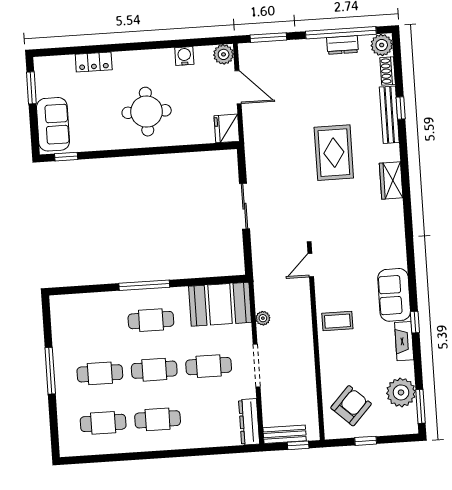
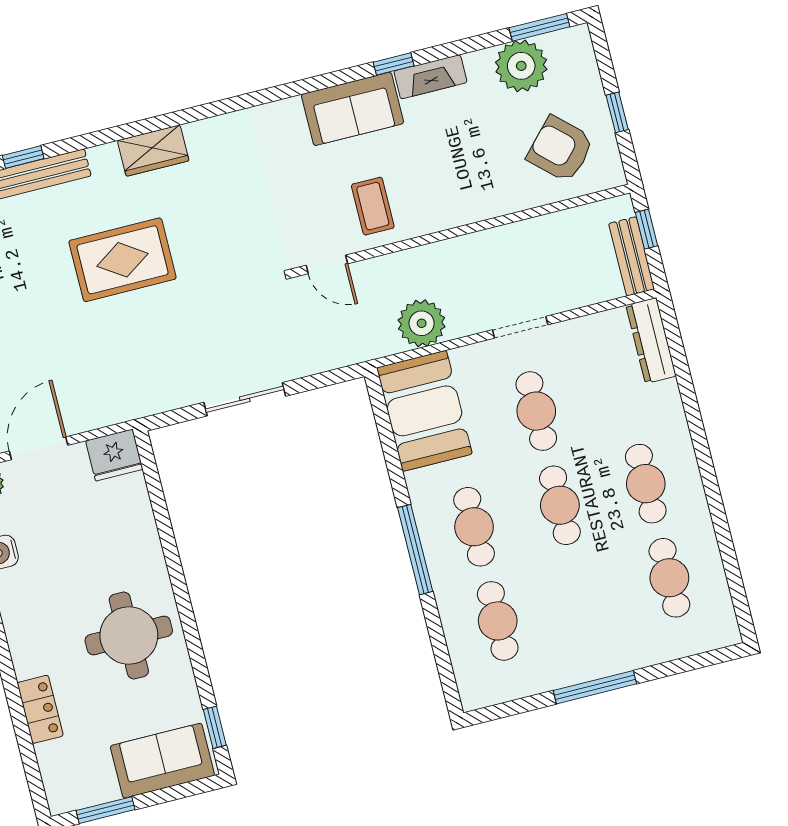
round table: (147, 112) -> (129, 635), moved
plant: (263, 318) -> (422, 323), width x1.88, depth x1.88
coffee table: (337, 321) -> (373, 206), moved
doorway: (257, 366) -> (520, 327), width x0.73
cafe table: (100, 373) -> (498, 621), moved
dresser: (249, 422) -> (651, 341), moved, turned 90

